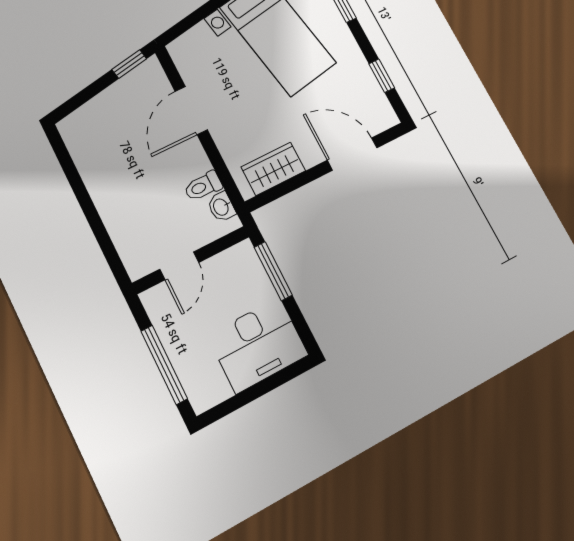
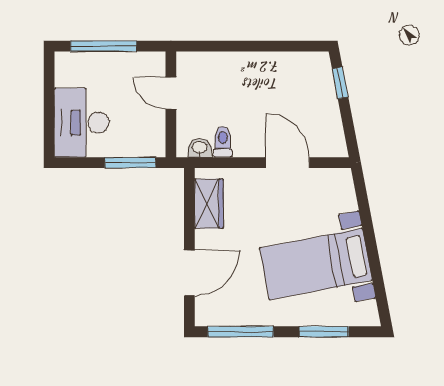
window: (129, 64) -> (340, 83), moved
window: (382, 76) -> (241, 332), width x2.17

